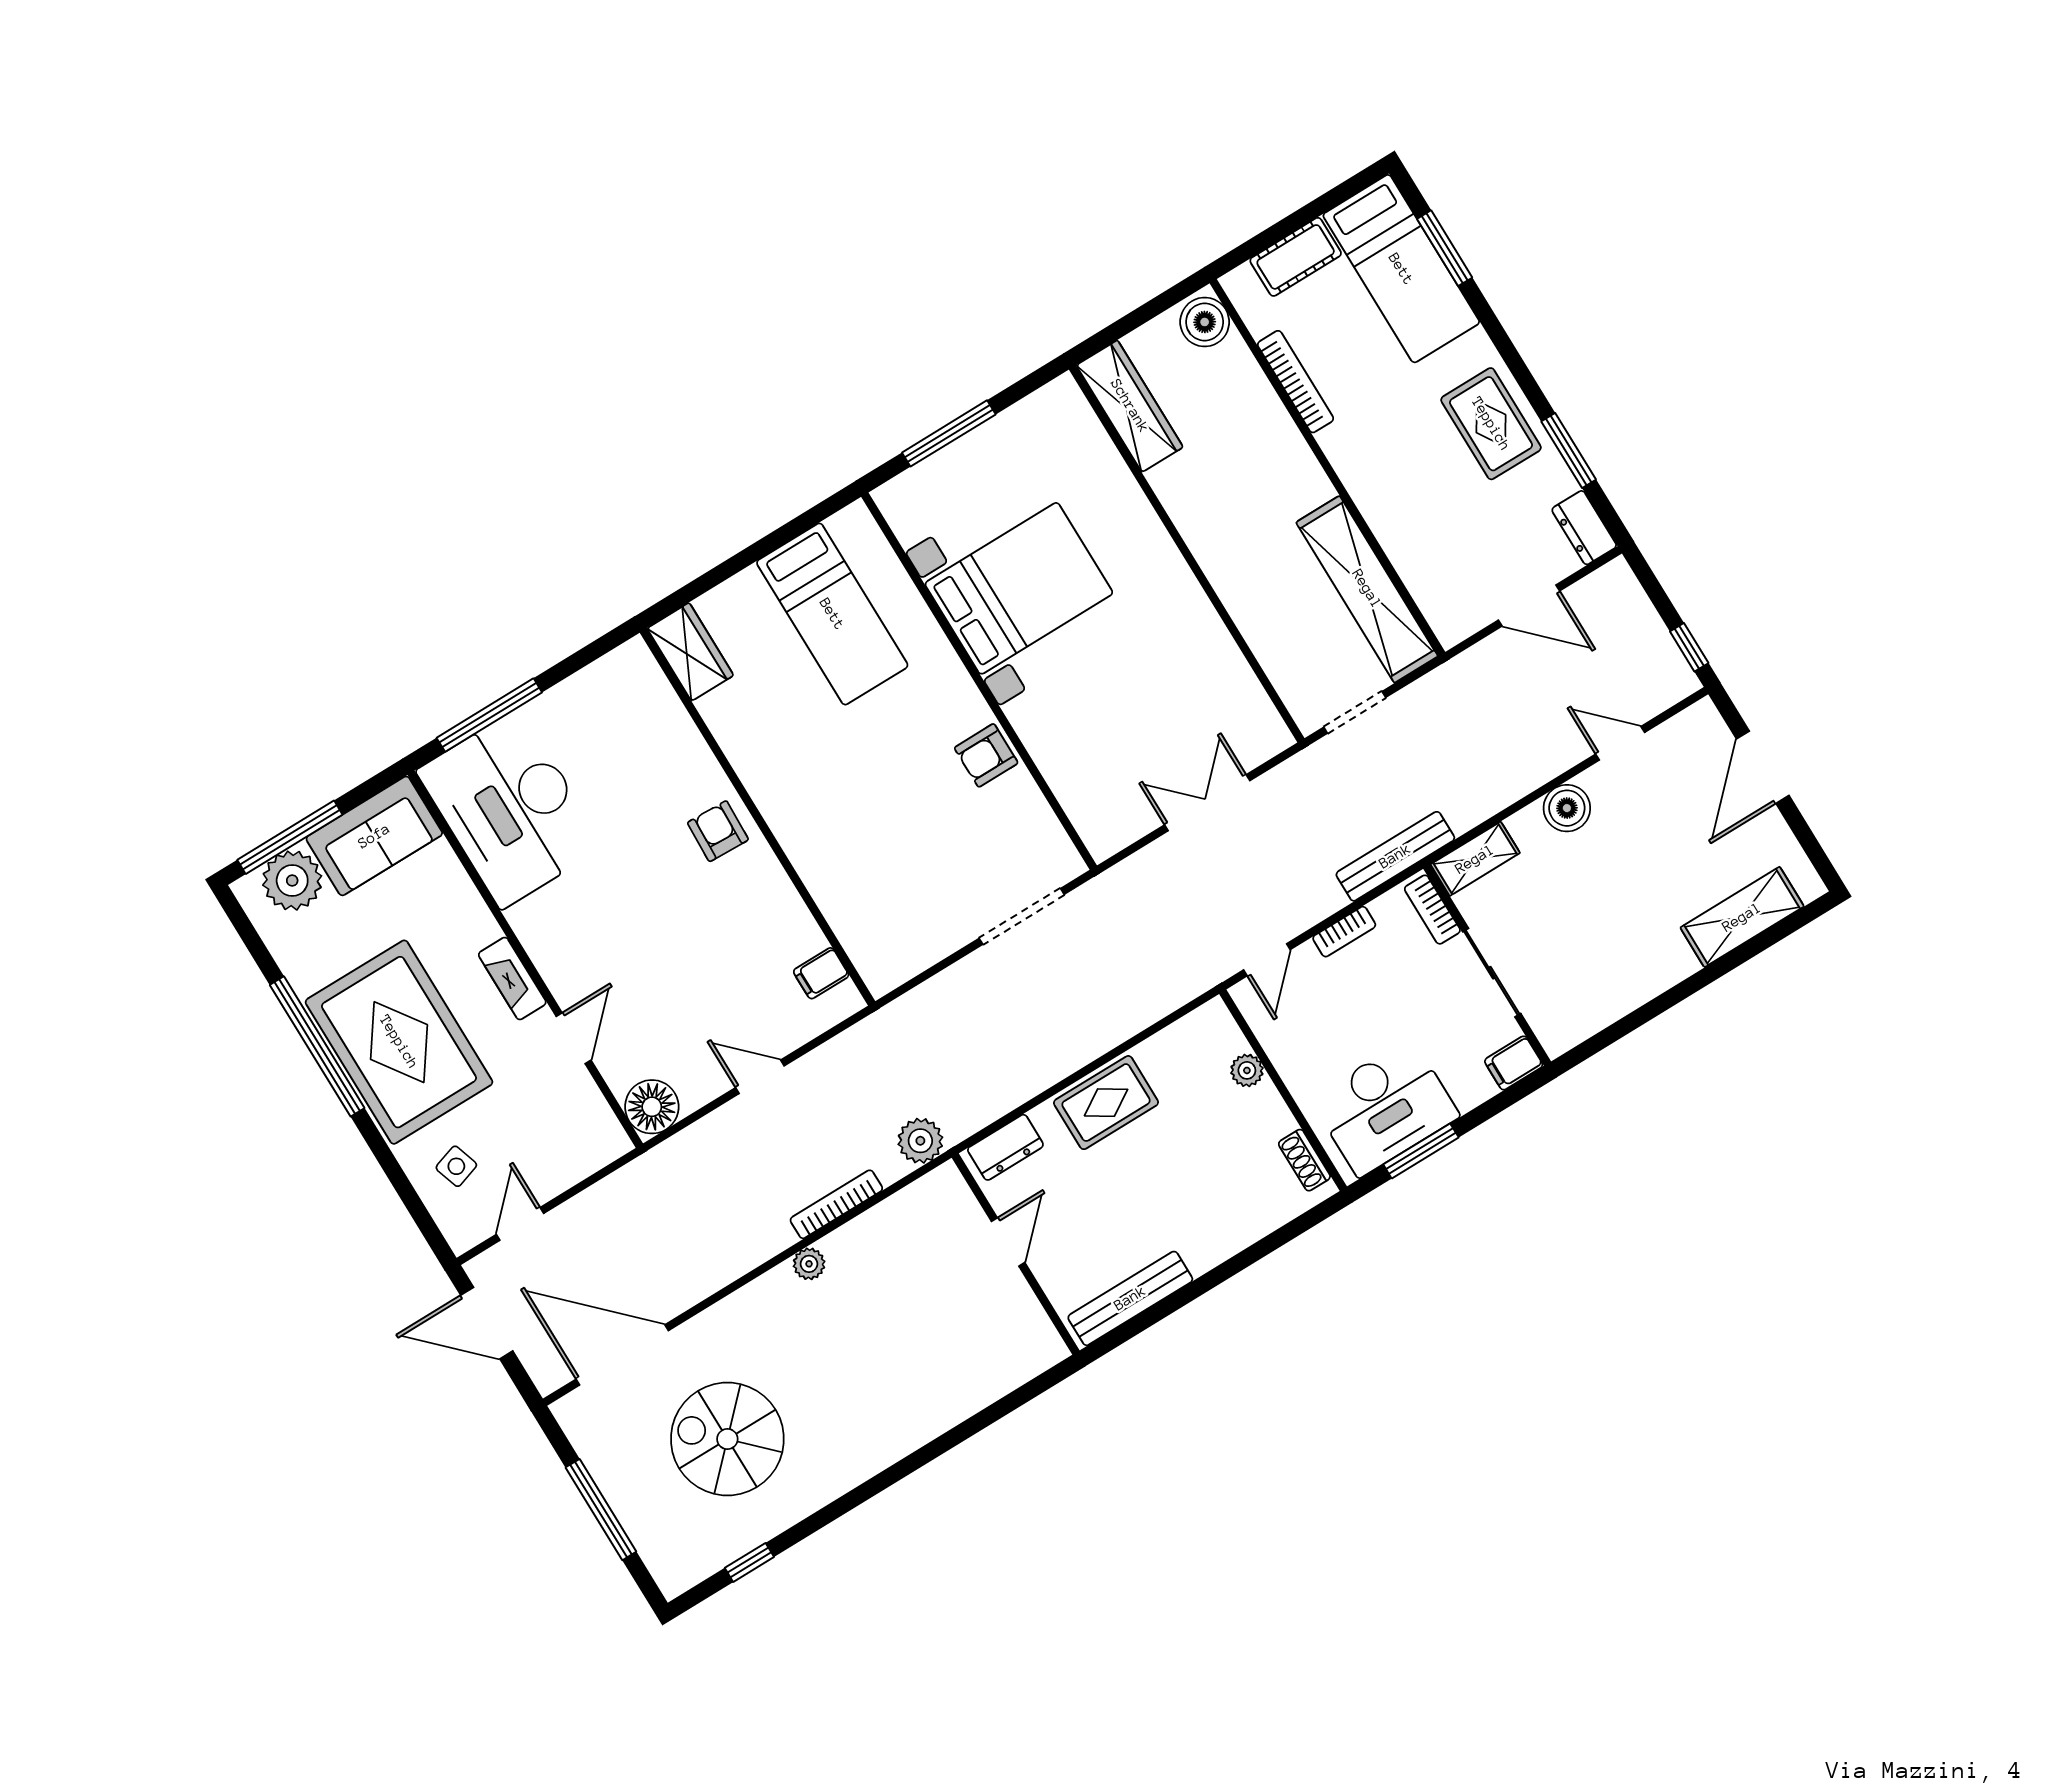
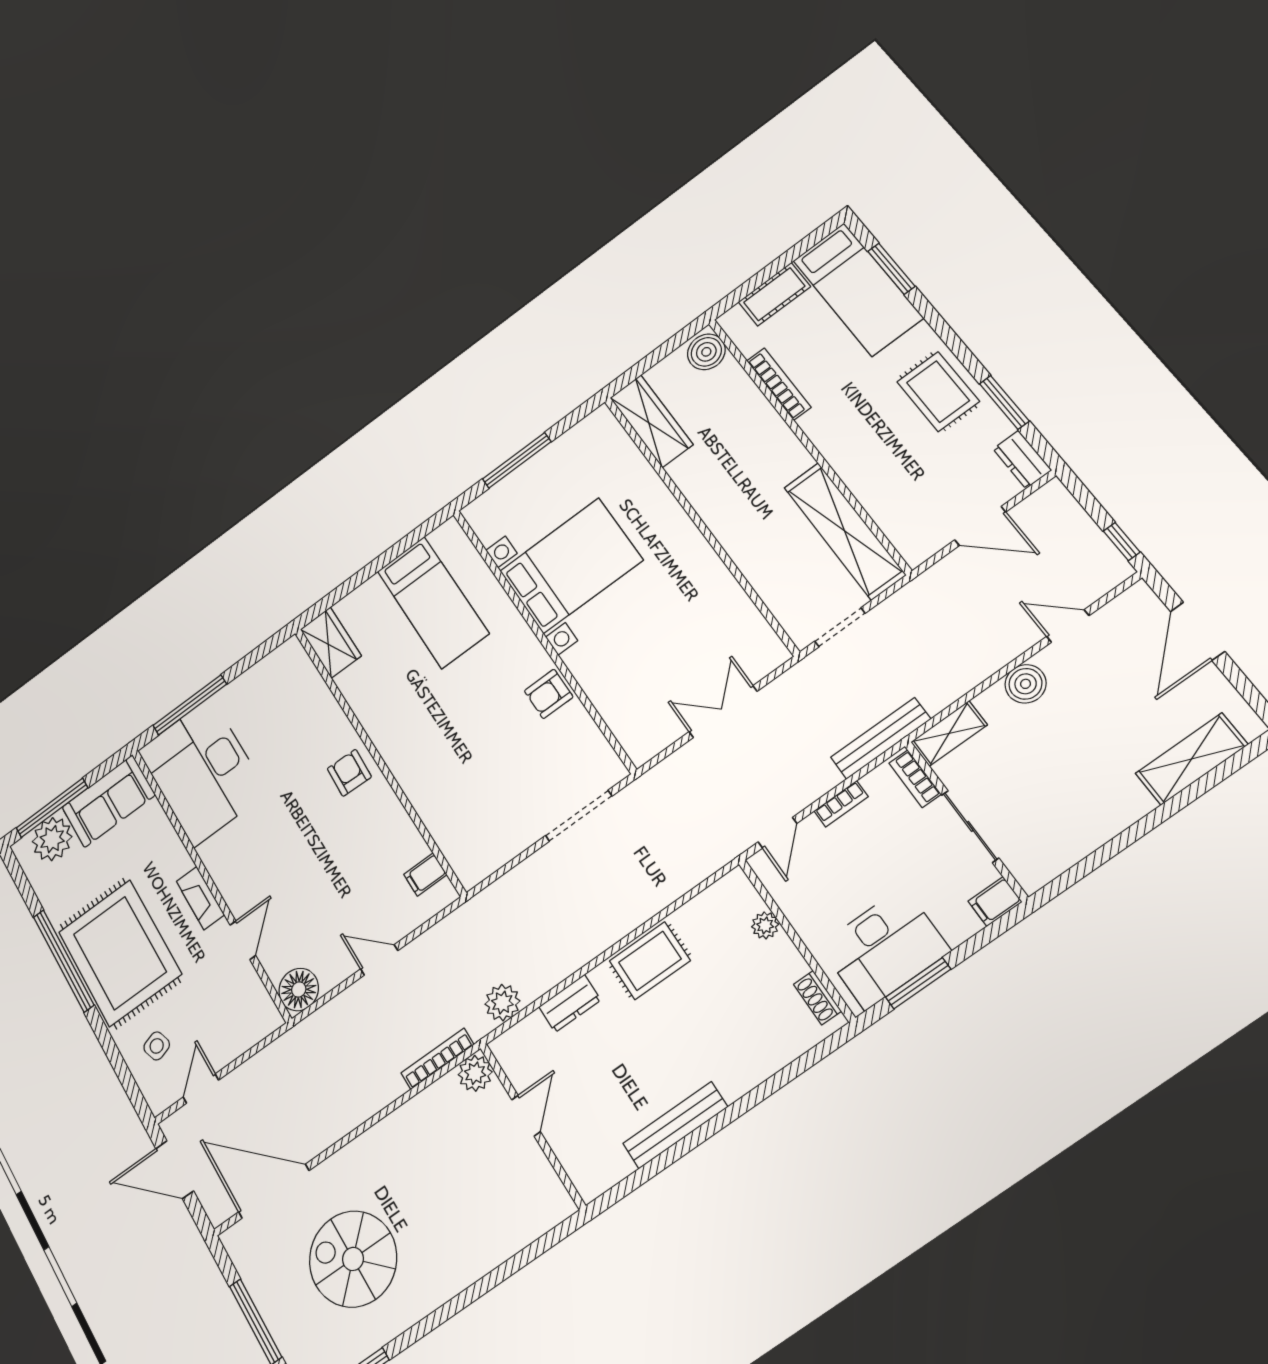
door: (1008, 1242) -> (526, 1116), moved
wall: (1016, 1254) -> (532, 1126), moved
plant: (809, 1264) -> (475, 1073), moved, width x1.38, depth x1.38

